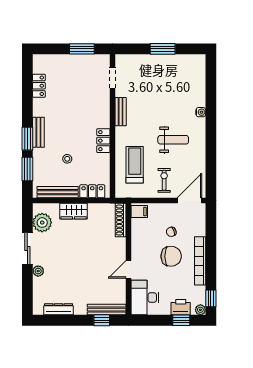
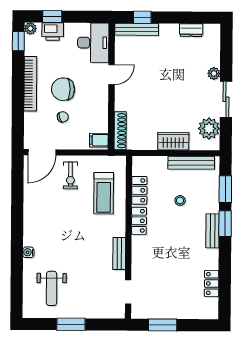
weight bench: (173, 140) -> (52, 288), moved, turned -90
locker: (92, 191) -> (139, 190), moved, turned -90
dresser: (59, 309) -> (191, 30), width x0.70

